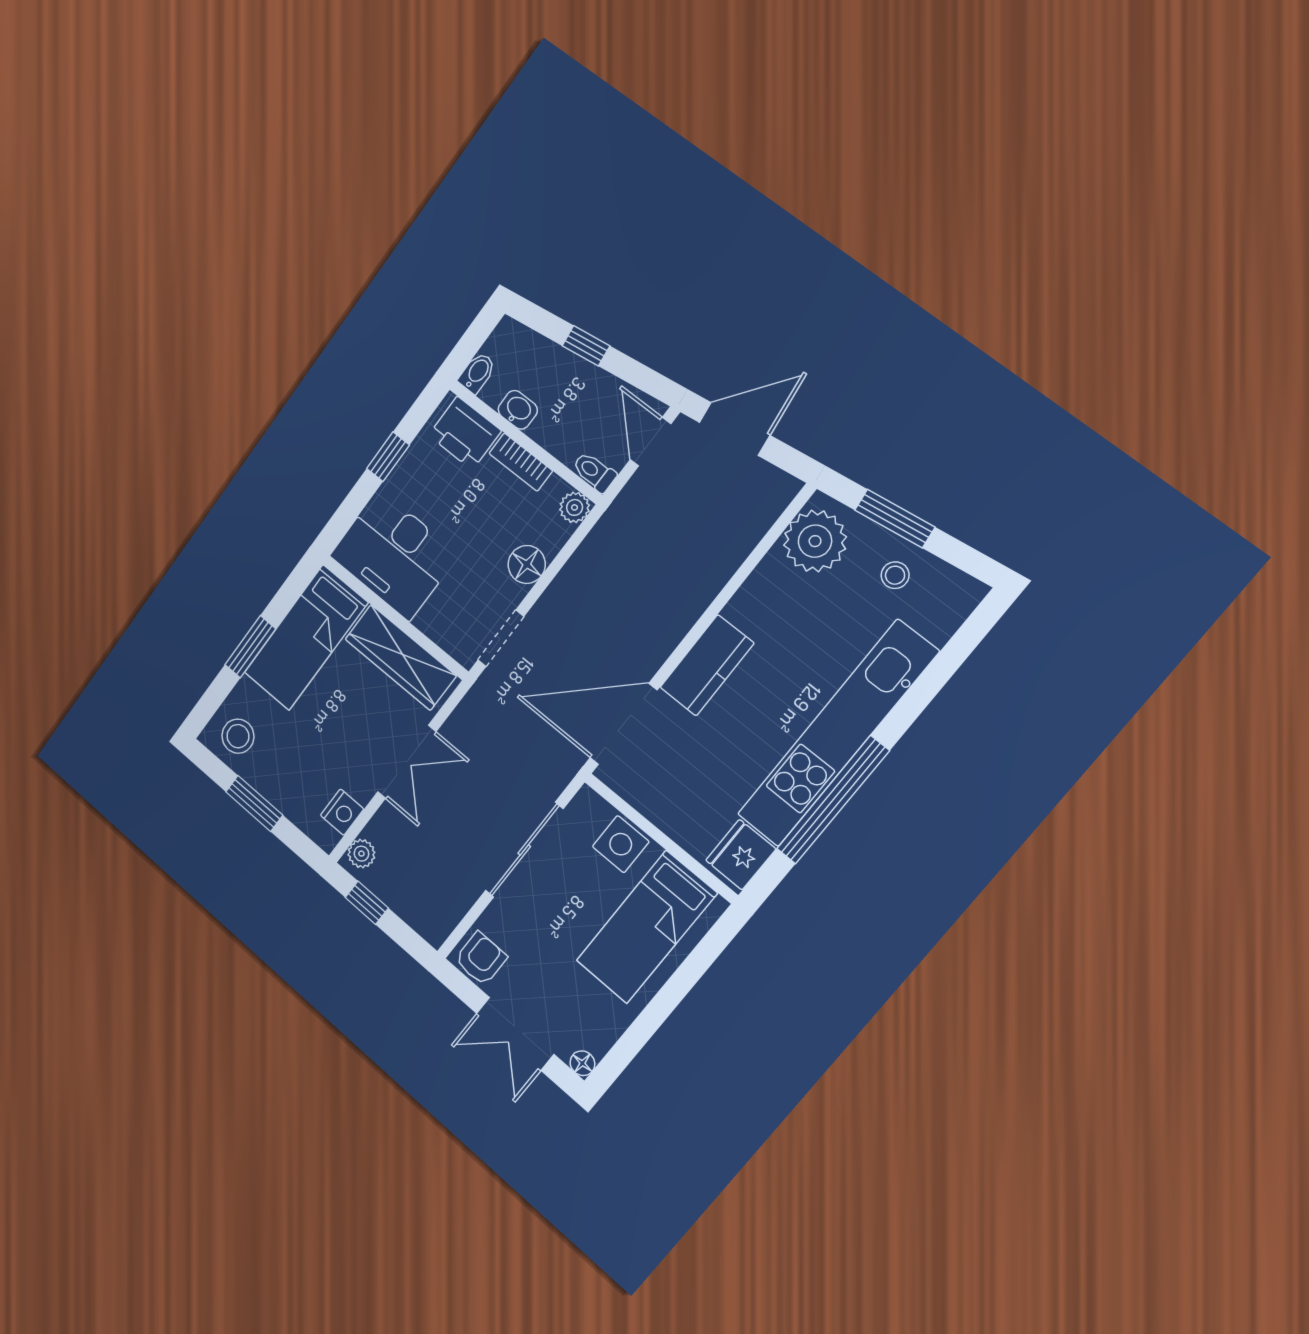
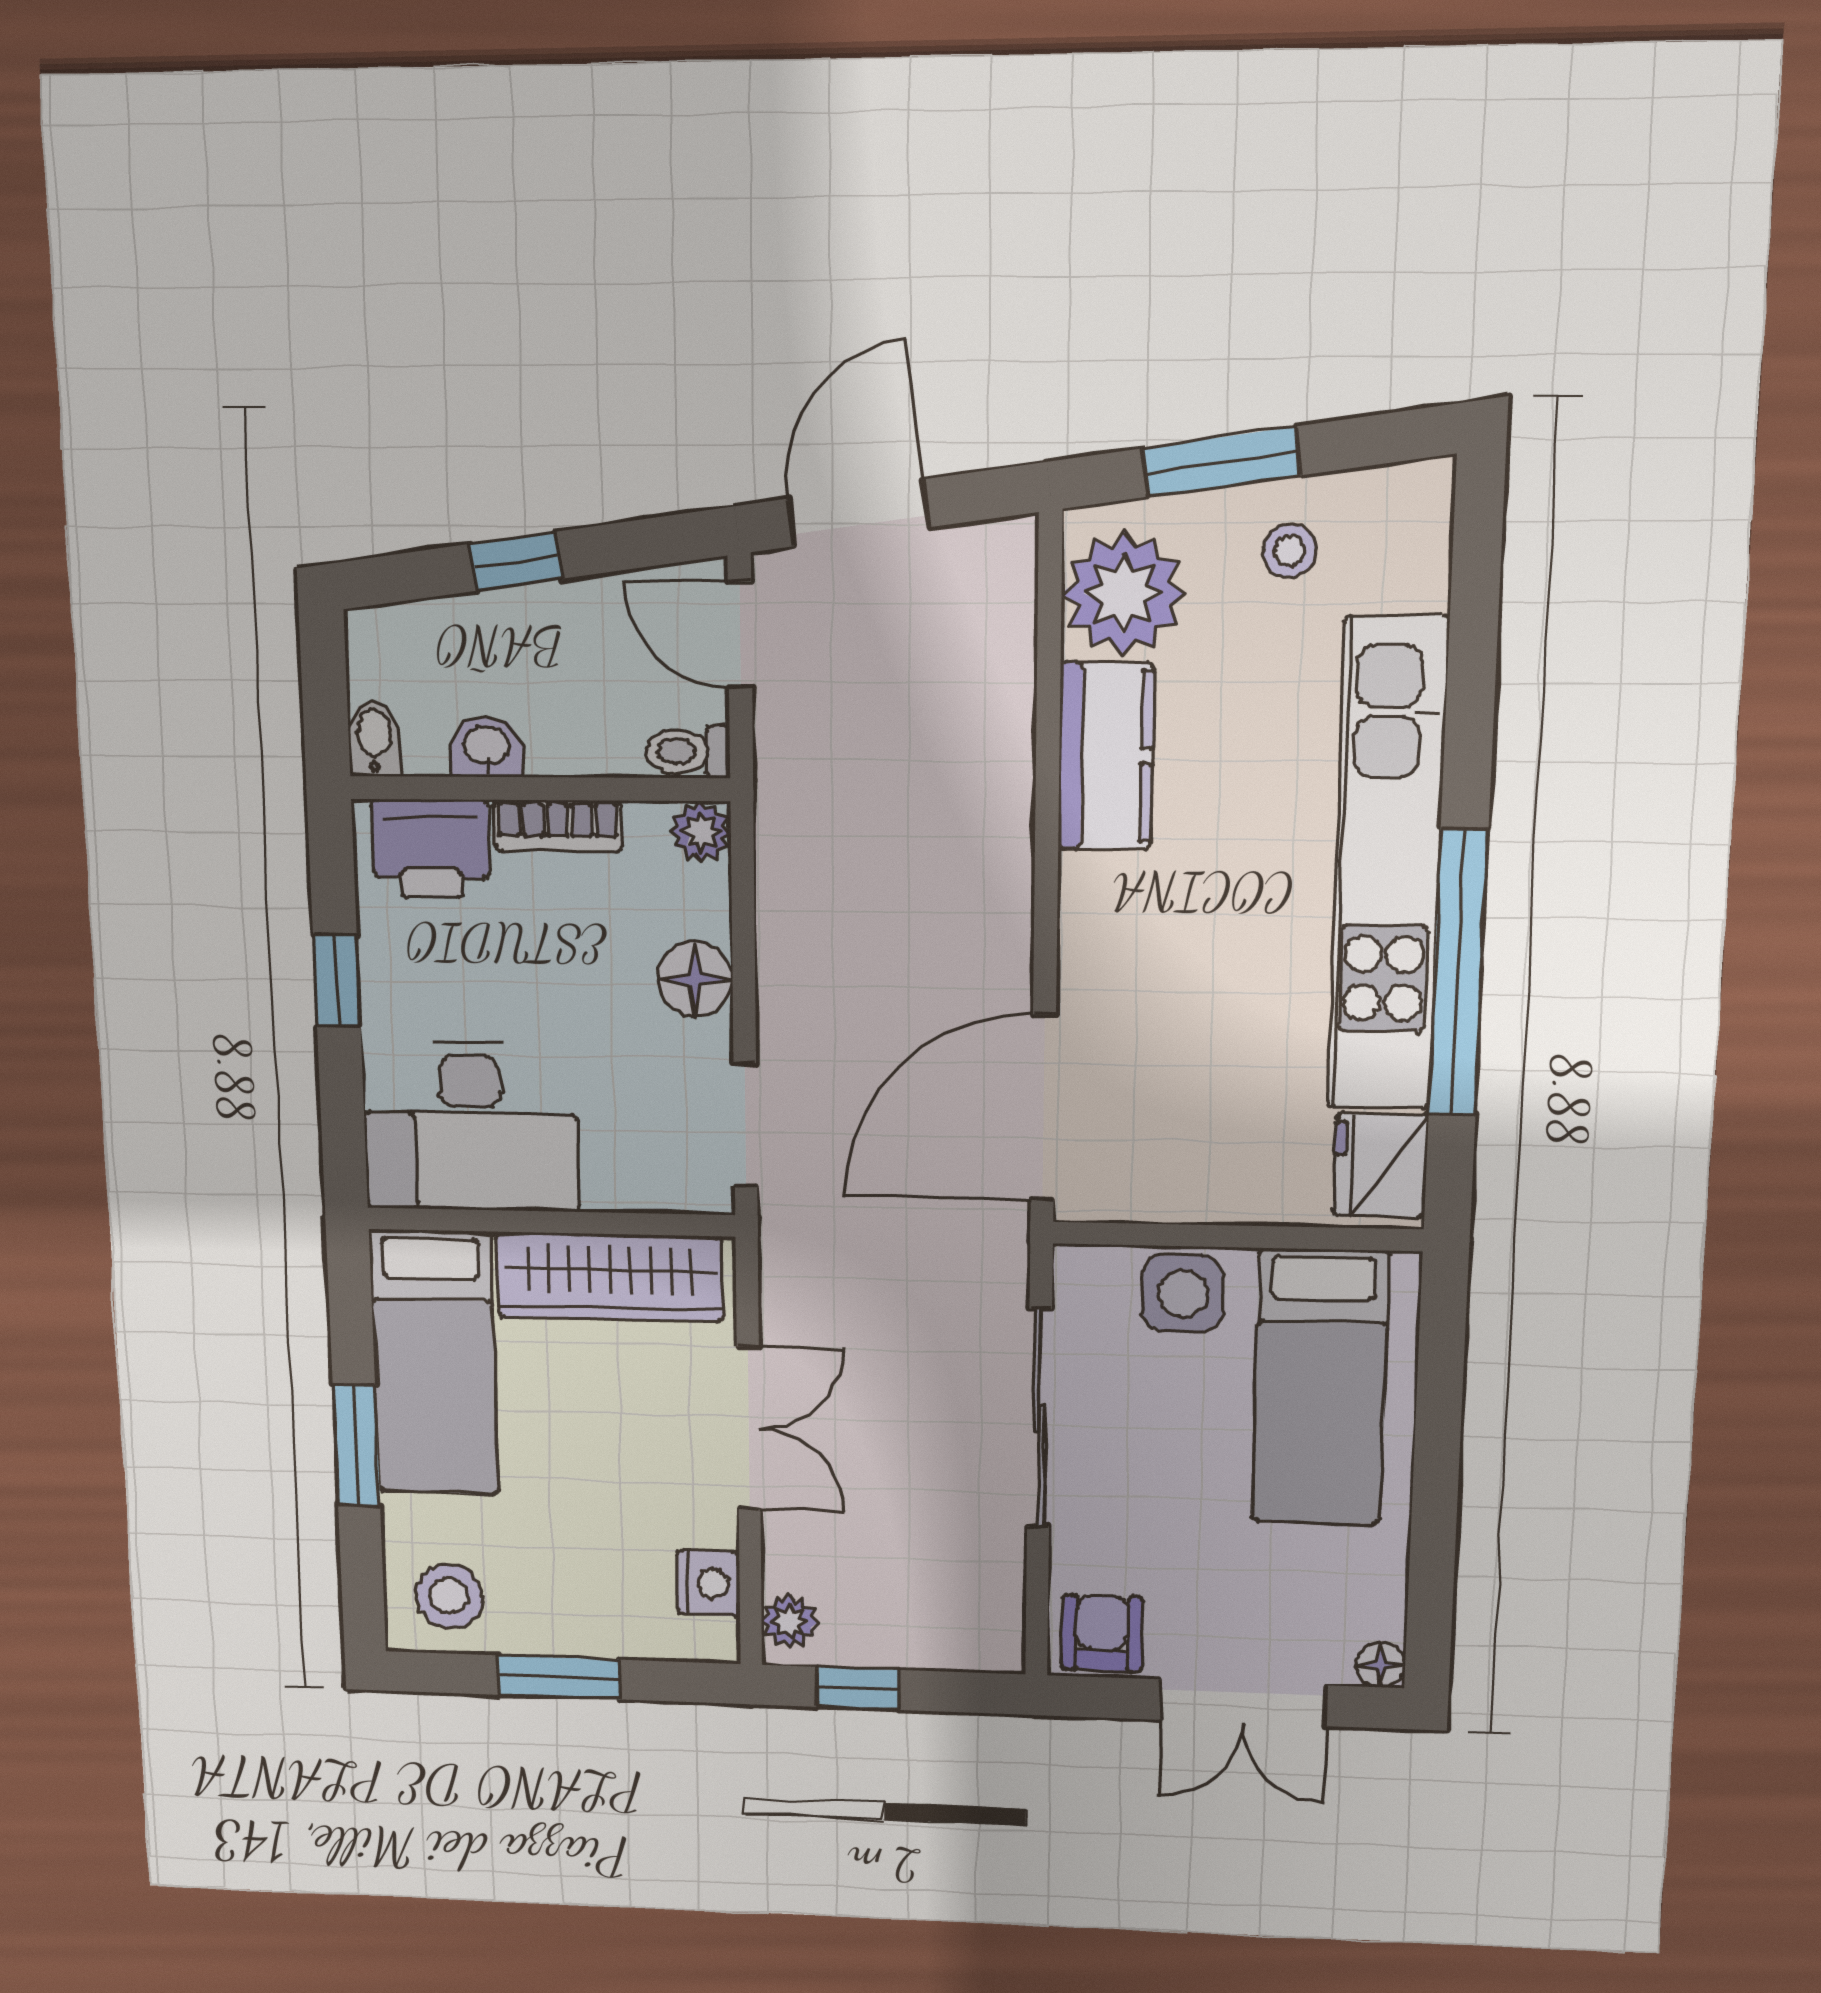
kitchen counter: (707, 665) -> (1106, 756), moved

